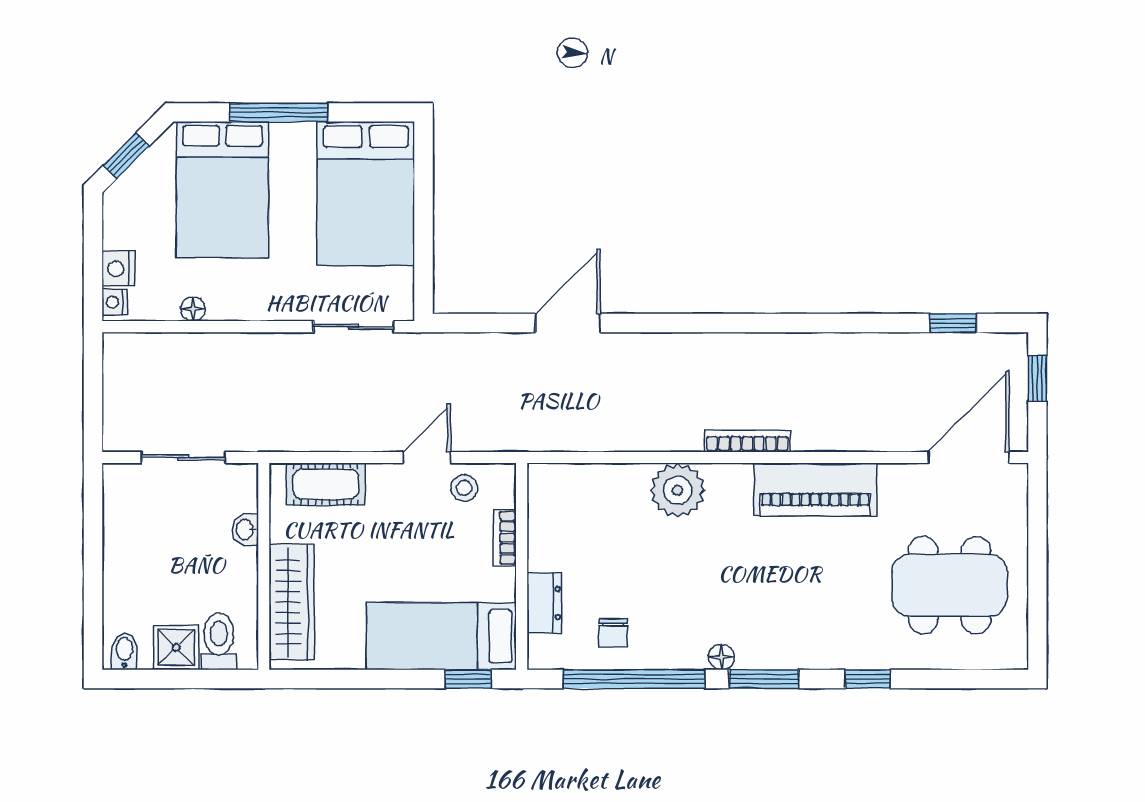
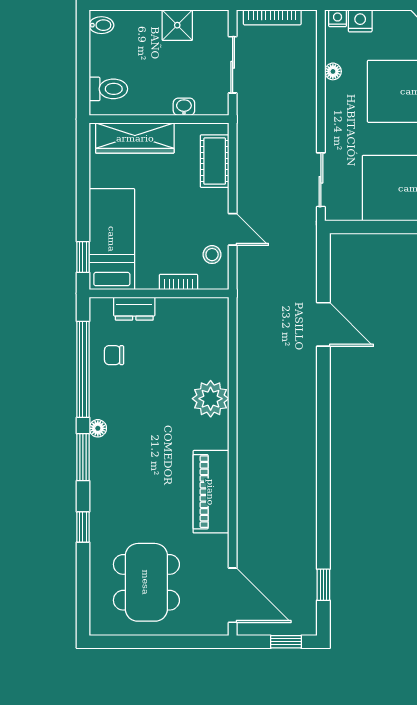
bookcase: (747, 441) -> (272, 17), moved, turned 90
shower: (176, 647) -> (177, 25), moved

